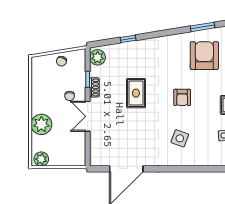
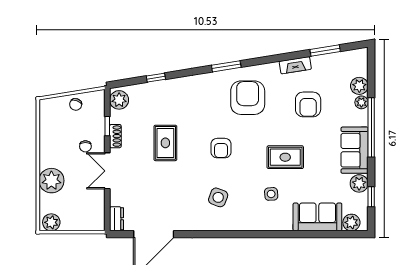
window: (202, 27) -> (226, 66), moved
dresser: (95, 156) -> (117, 219), added

